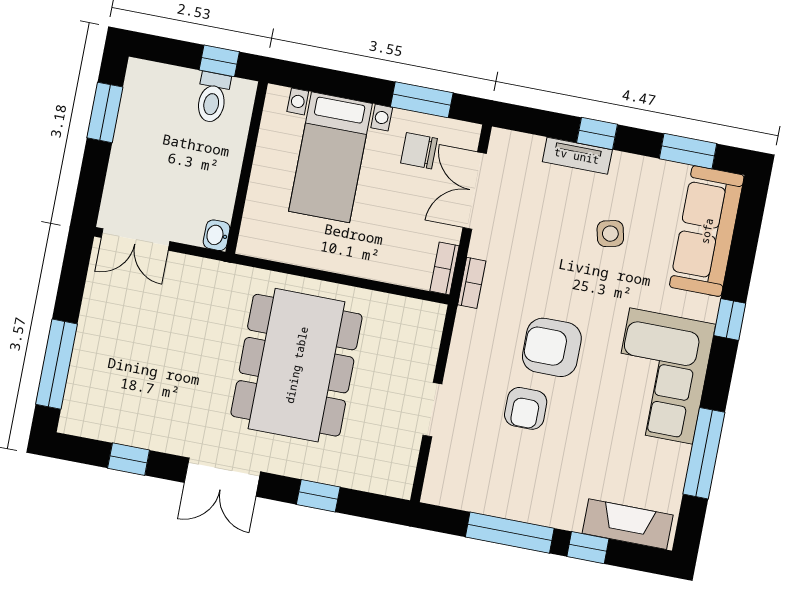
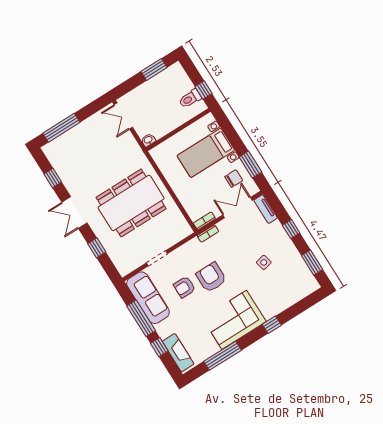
chair: (419, 151) -> (234, 179), turned 90
tv unit: (577, 156) -> (266, 209), moved
sofa: (707, 231) -> (148, 298), moved, turned 90

